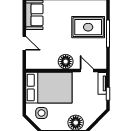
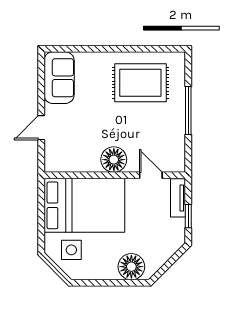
rug: (88, 27) -> (140, 83), moved
door: (24, 43) -> (41, 128), swing flipped

